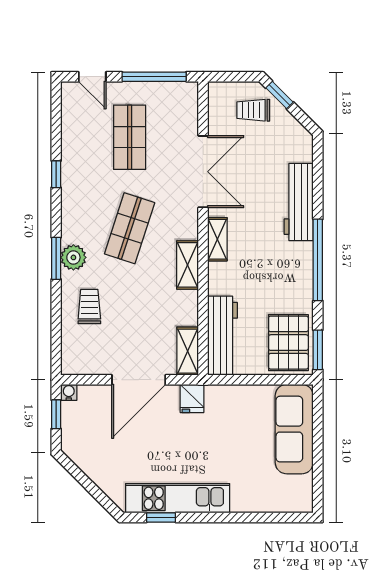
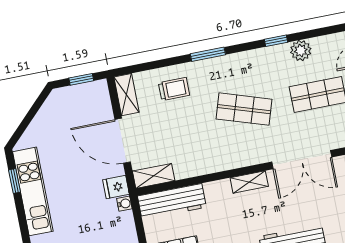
plant: (73, 257) -> (301, 51), moved
shelving: (188, 265) -> (126, 95), moved, turned 90
water cooler: (69, 392) -> (124, 204), moved

